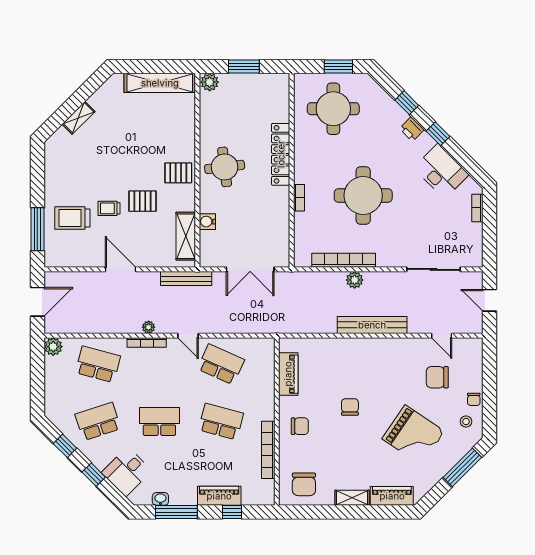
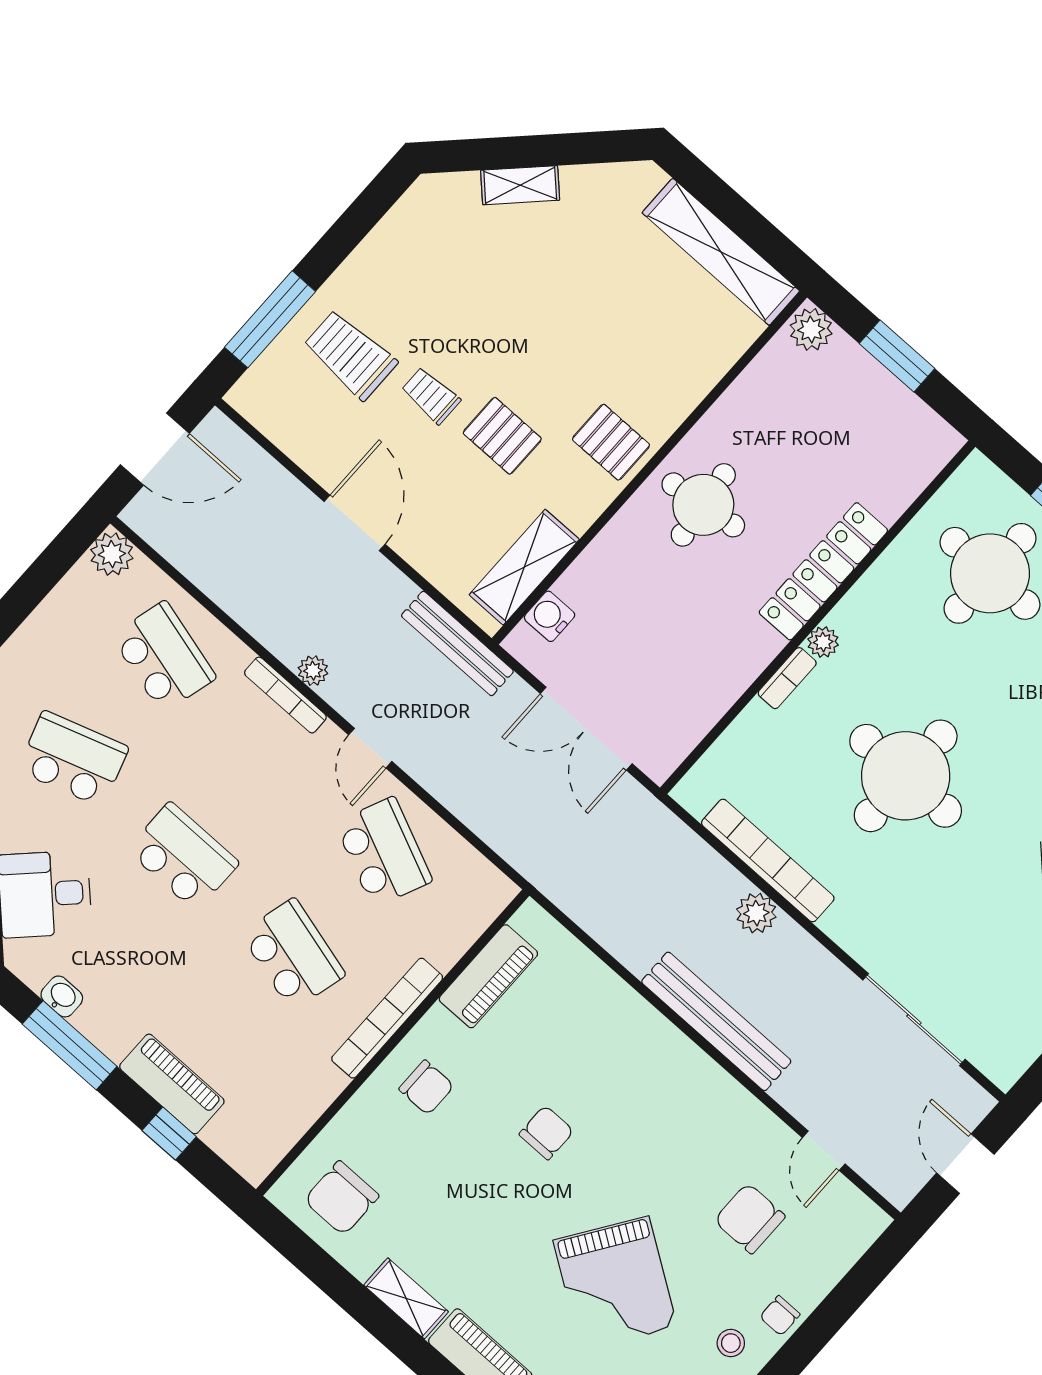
plant: (300, 177) -> (823, 642), added
water cooler: (207, 222) -> (550, 616), moved
bookcase: (268, 450) -> (387, 1018), moved

